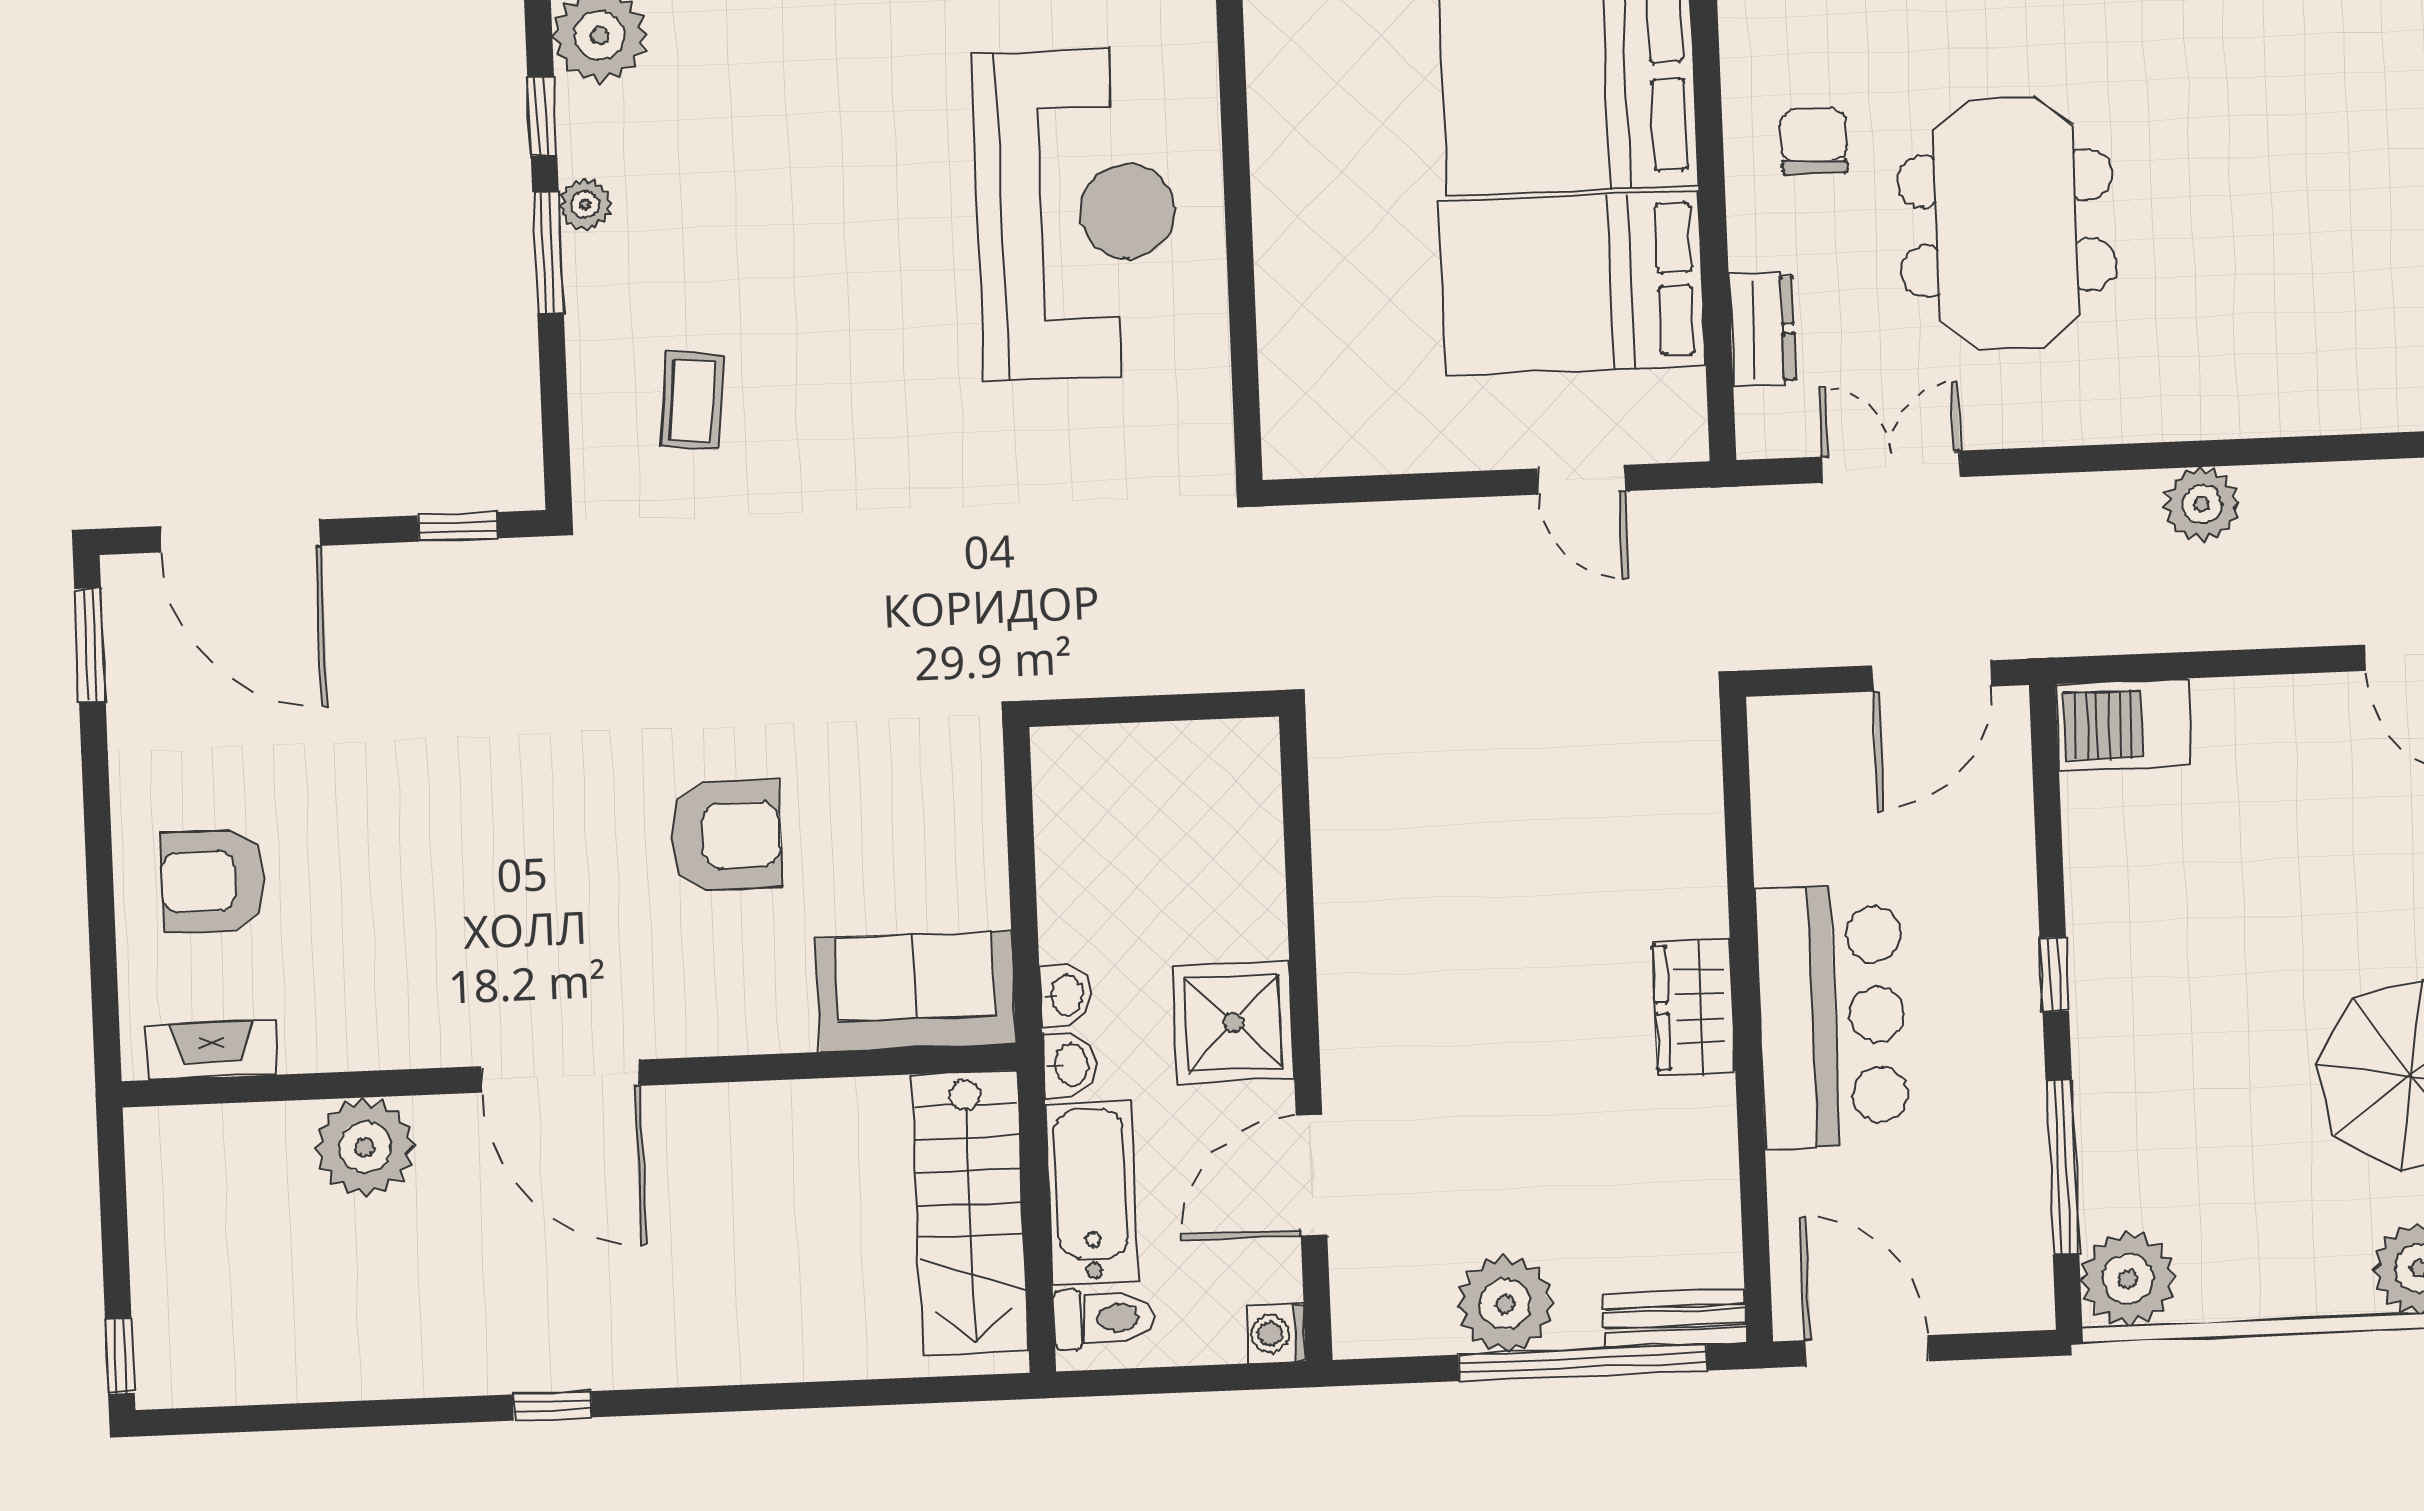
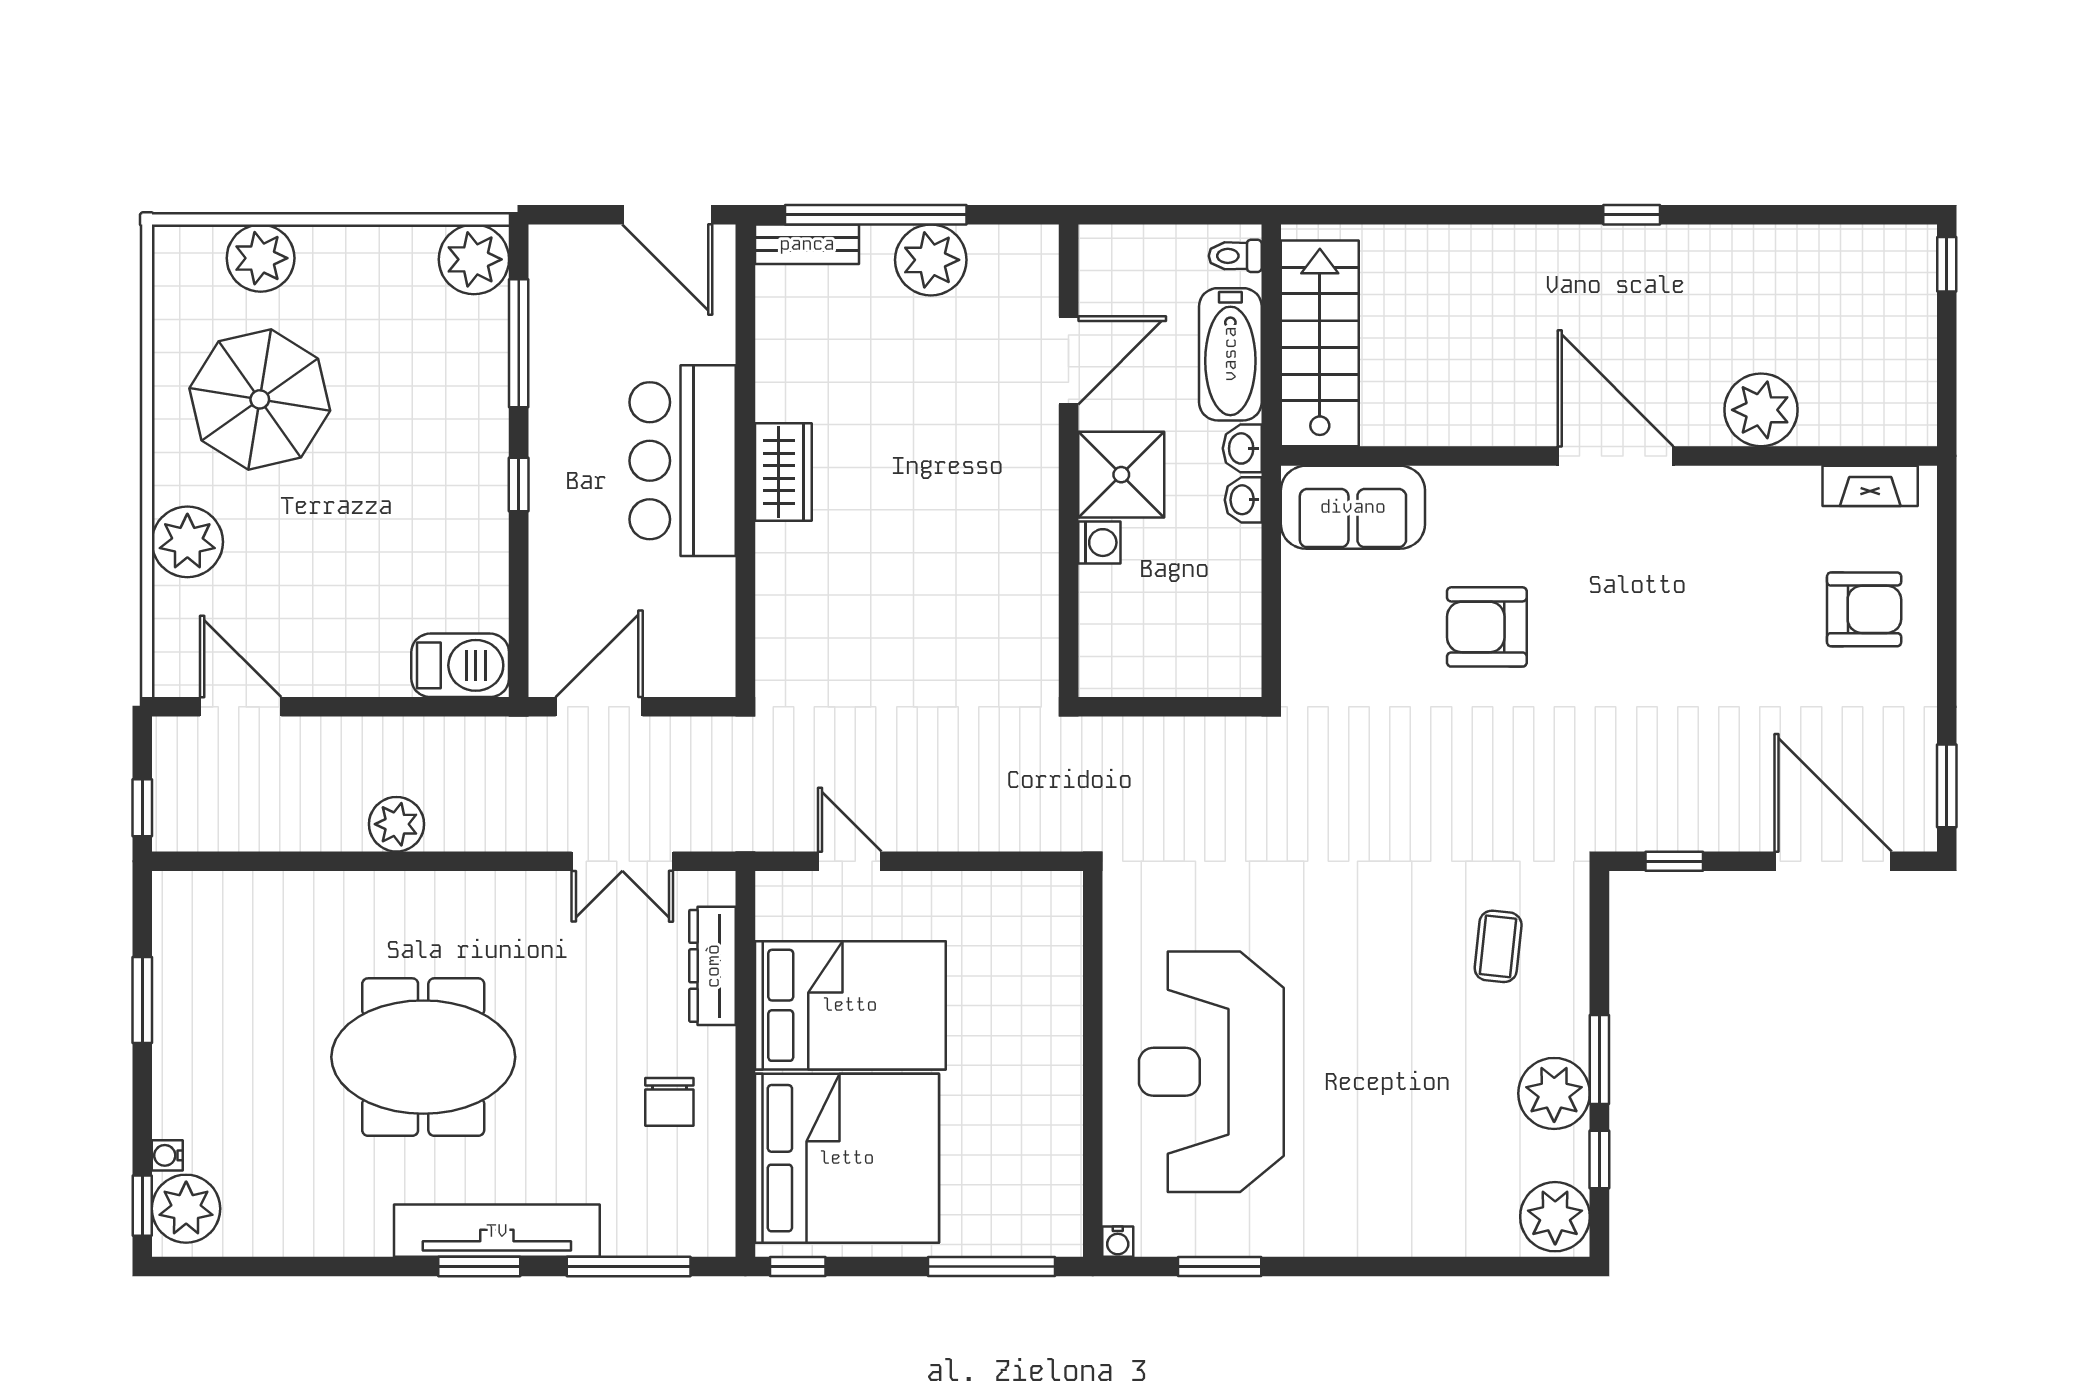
plant: (585, 204) -> (1554, 1093), width x1.88, depth x1.88
meeting table: (2007, 223) -> (423, 1057), moved, turned 90
dresser: (1762, 329) -> (713, 966), width x1.44
toilet: (1104, 1318) -> (1235, 256), width x0.73, depth x0.72
washing machine: (1276, 1334) -> (1099, 543), moved

